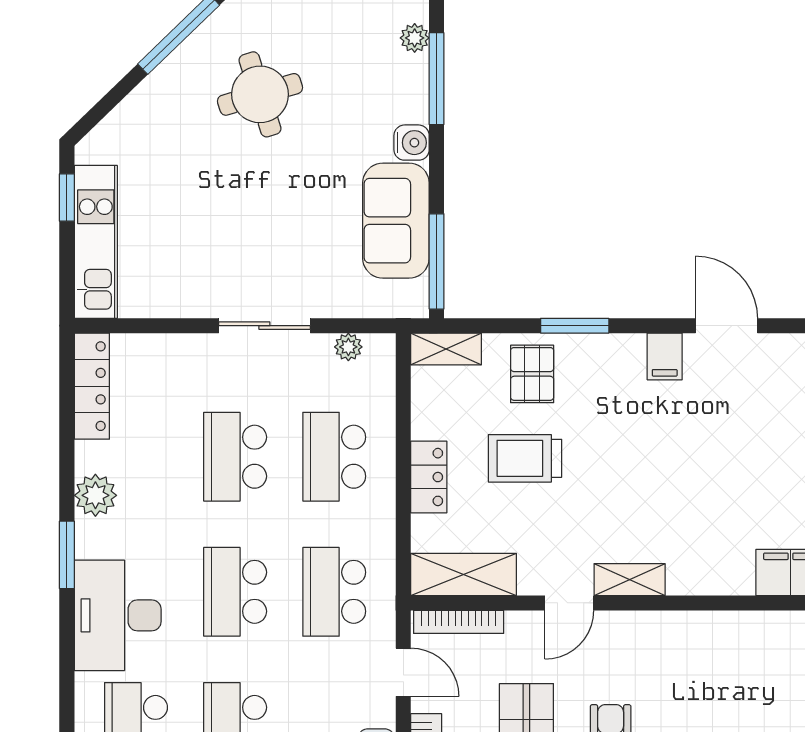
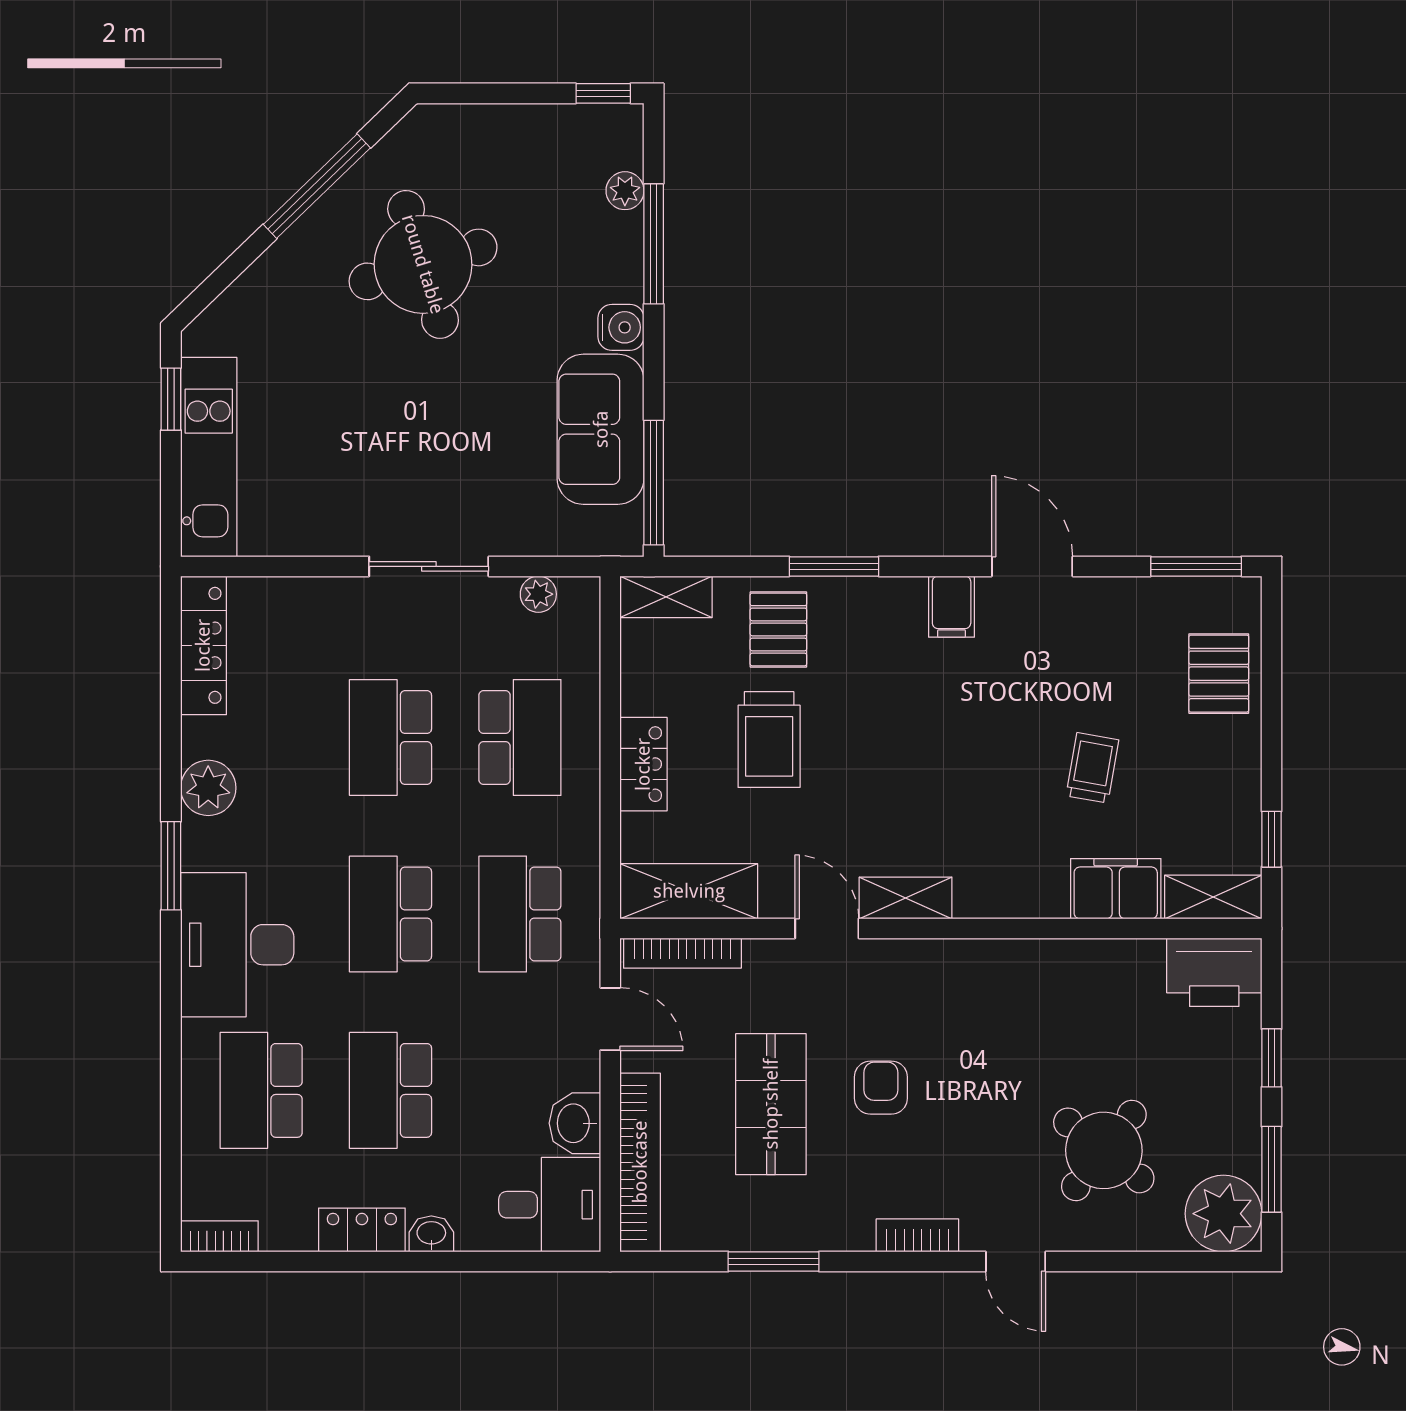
round table: (260, 94) -> (423, 264), width x1.36, depth x1.36
school desk: (334, 457) -> (520, 738), turned 180
trolley: (525, 458) -> (769, 740), turned -90
trolley: (773, 480) -> (1092, 768), added
door: (569, 603) -> (827, 928), swing flipped

